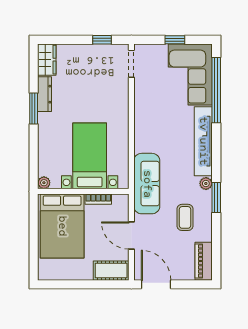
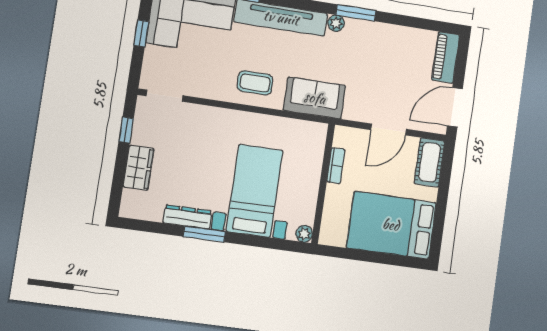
wardrobe: (47, 60) -> (138, 168), moved, turned 90
bed with nightstands: (90, 156) -> (255, 191), moved, turned 90
sofa: (147, 184) -> (315, 98), width x0.73
coffee table: (185, 217) -> (255, 83), moved
bed: (62, 226) -> (391, 225), moved, turned 180
piano: (204, 261) -> (446, 57), moved, turned 90

